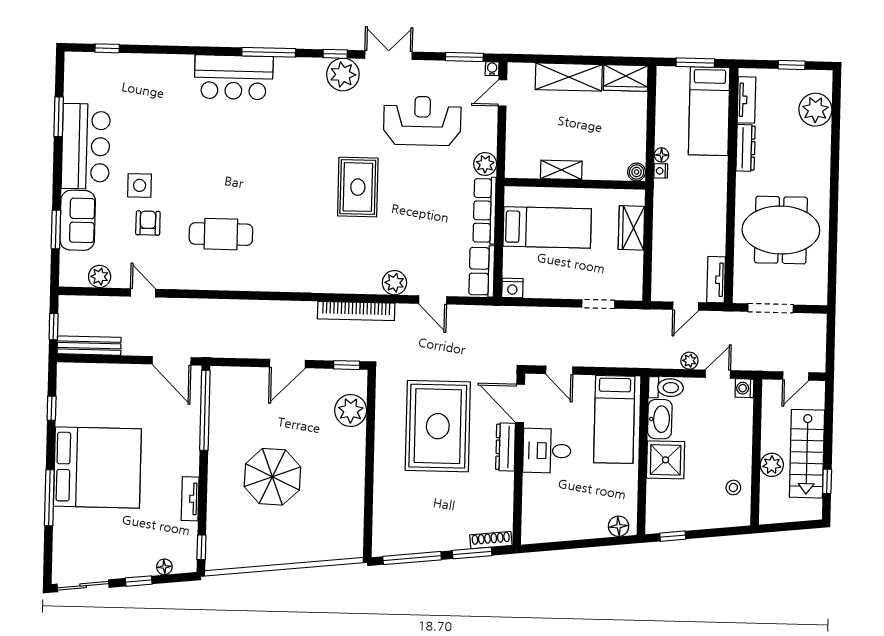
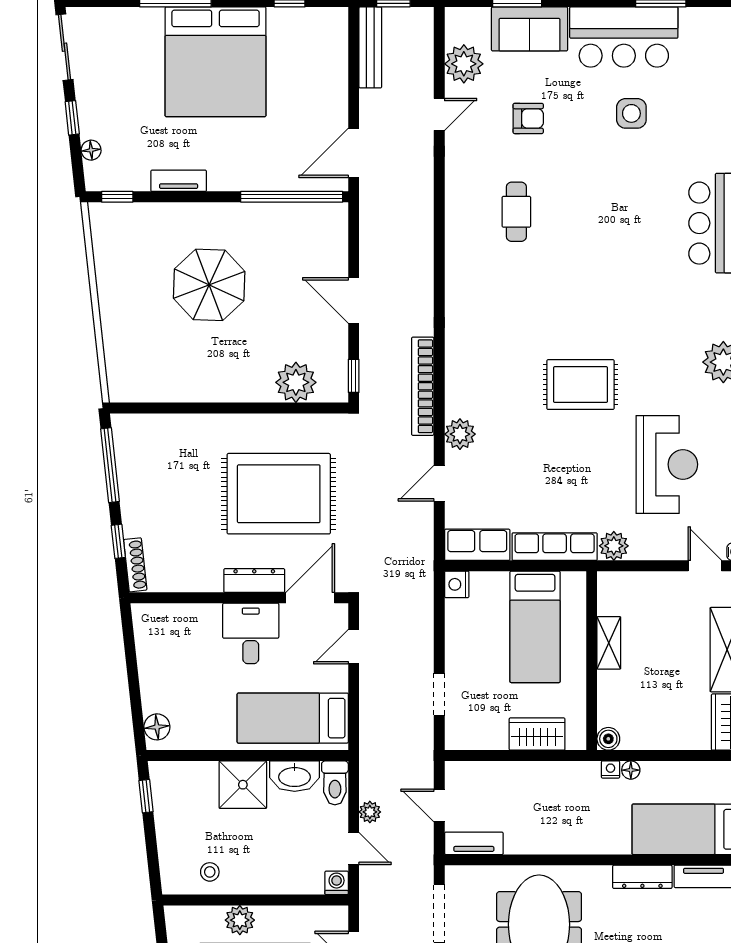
side table: (140, 185) -> (631, 113), moved
cafe table: (221, 234) -> (516, 212), width x0.73, depth x0.74
plant: (100, 276) -> (464, 64), width x1.36, depth x1.36
window: (472, 553) -> (118, 541), width x0.67

